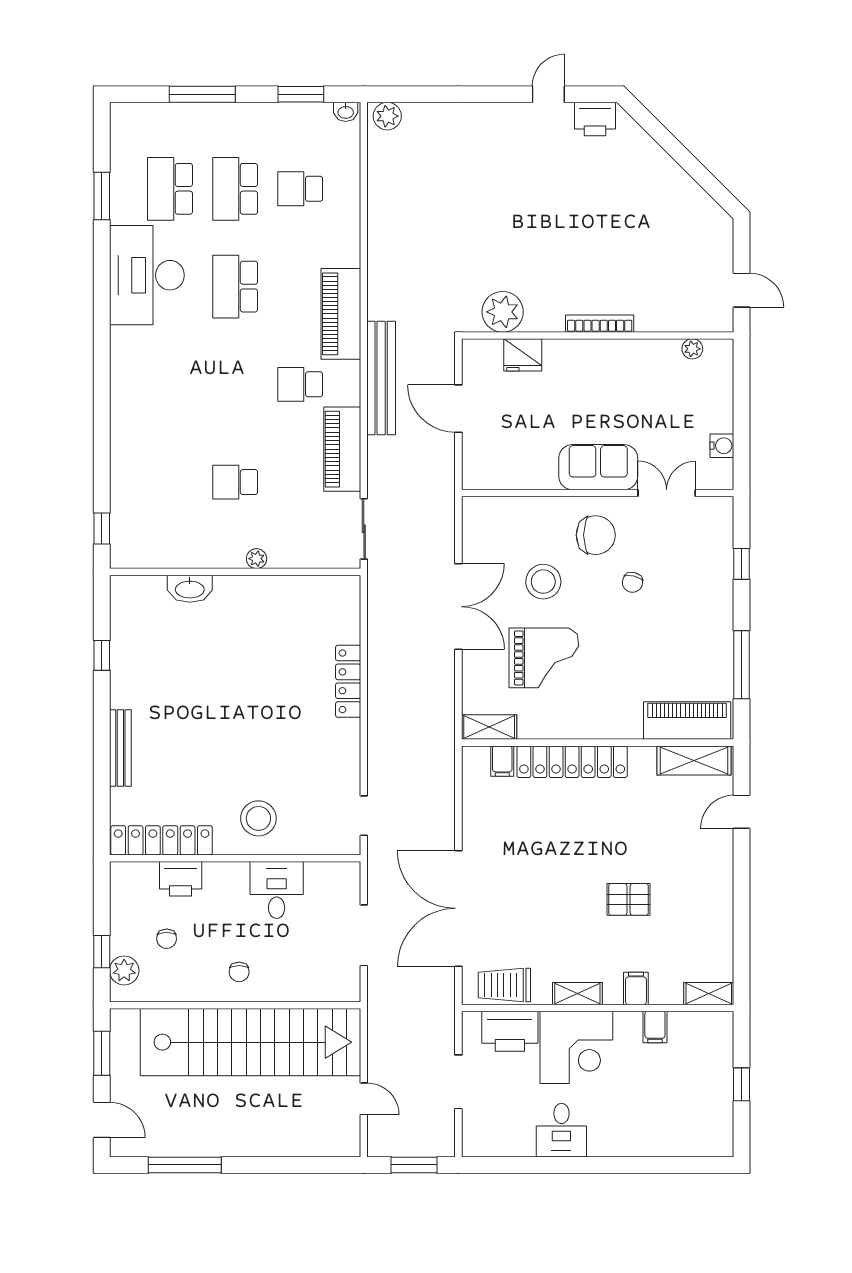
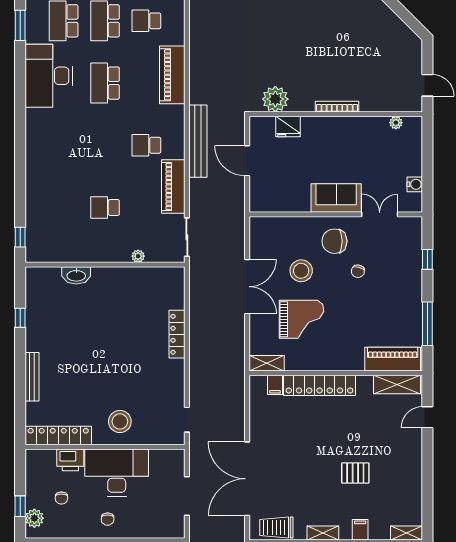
piano: (341, 314) -> (172, 75), moved
chair: (596, 535) -> (334, 241), turned 180
plant: (257, 559) -> (138, 256), moved
desk: (277, 890) -> (117, 472), width x1.87, depth x1.30

